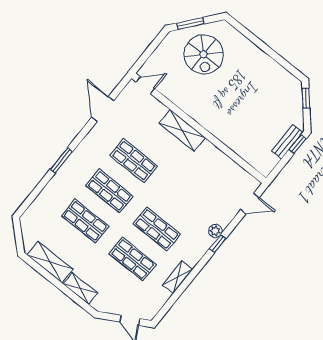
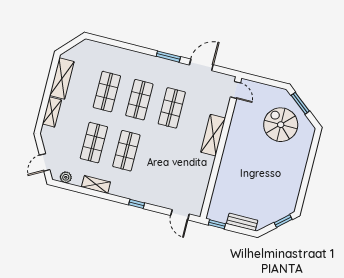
spiral stairs: (204, 54) -> (281, 125), turned 90
window: (298, 144) -> (217, 224), moved
window: (61, 160) -> (168, 57), moved
plant: (215, 231) -> (66, 177), moved

